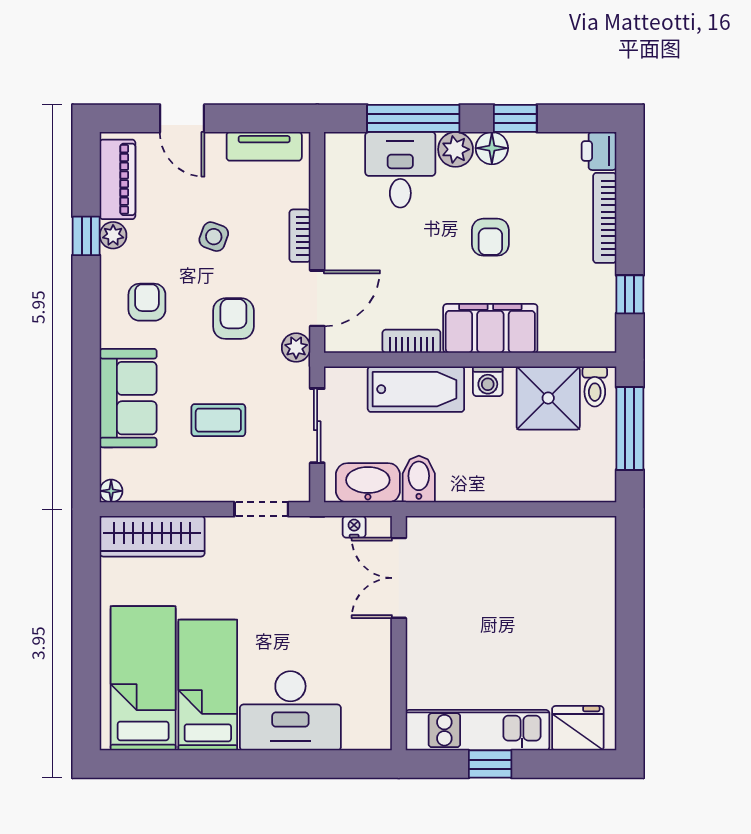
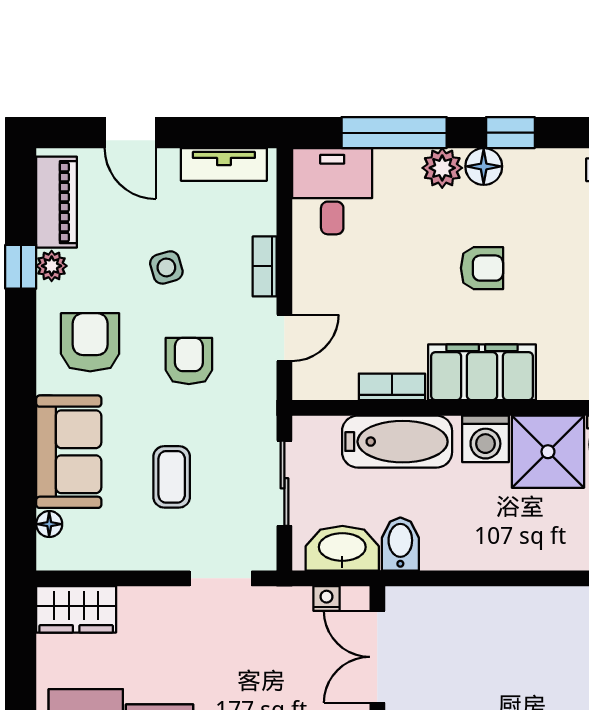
desk: (400, 170) -> (332, 191), moved
side table: (214, 237) -> (166, 267), turned -36
armchair: (490, 237) -> (482, 268), turned -90
door: (317, 298) -> (284, 338), width x0.73
armchair: (147, 302) -> (90, 342), width x1.38, depth x1.38
plant: (296, 348) -> (260, 394), removed
washing machine: (488, 381) -> (485, 439), width x1.38, depth x1.38
coffee table: (218, 420) -> (172, 477), turned 90
floor lamp: (111, 491) -> (49, 524), moved
wardrobe: (152, 536) -> (76, 609), width x0.67

